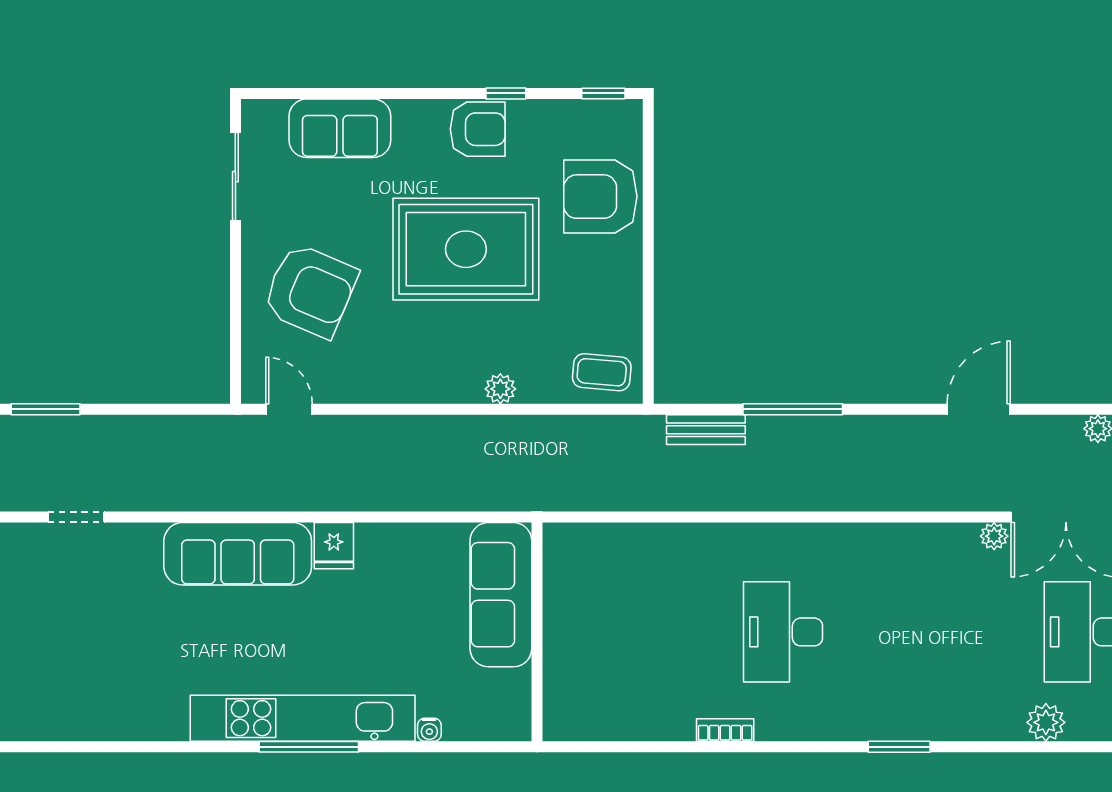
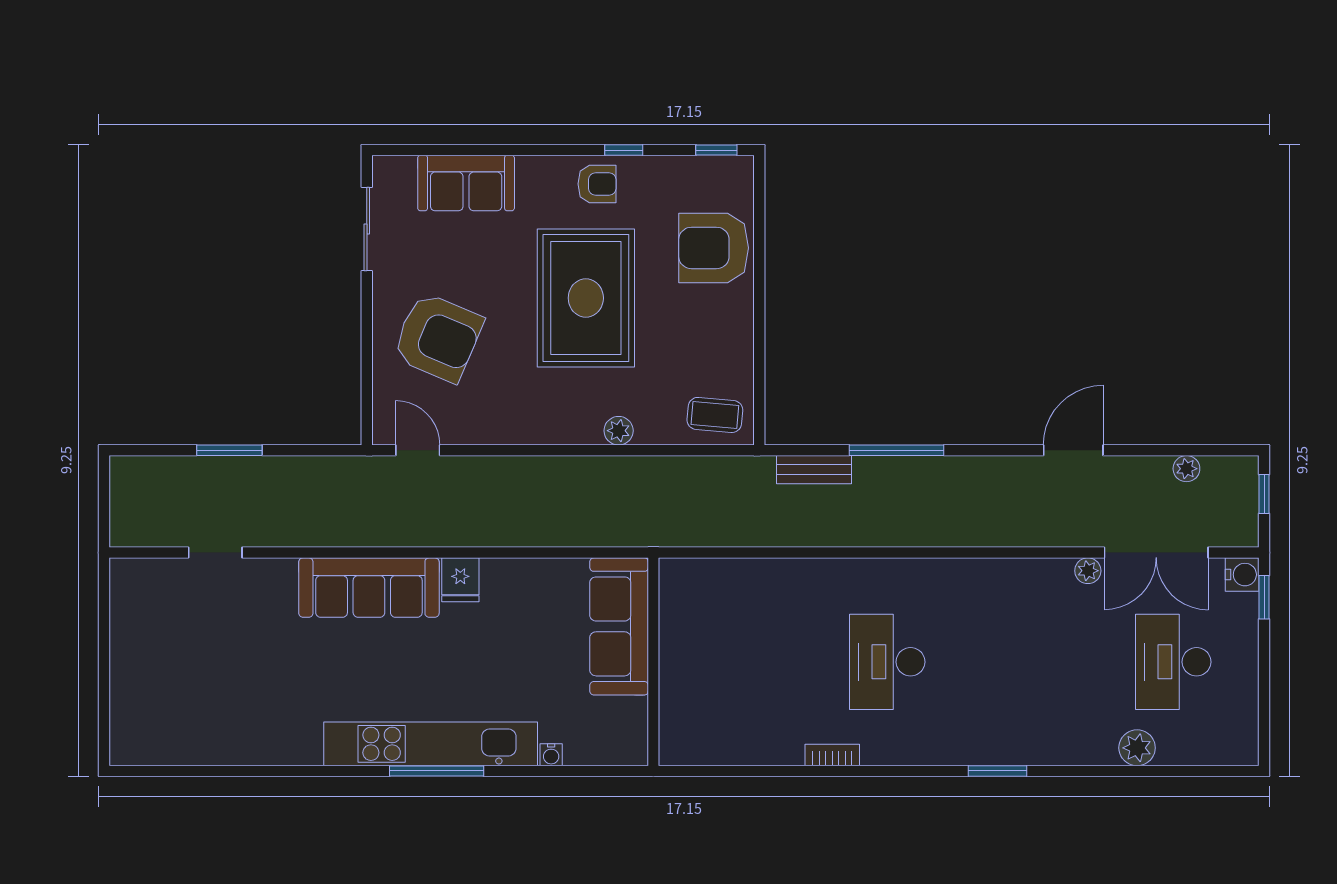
armchair: (478, 129) -> (597, 184), width x0.72, depth x0.72
rug: (466, 249) -> (586, 298), turned 90
window: (46, 409) -> (229, 450), moved

